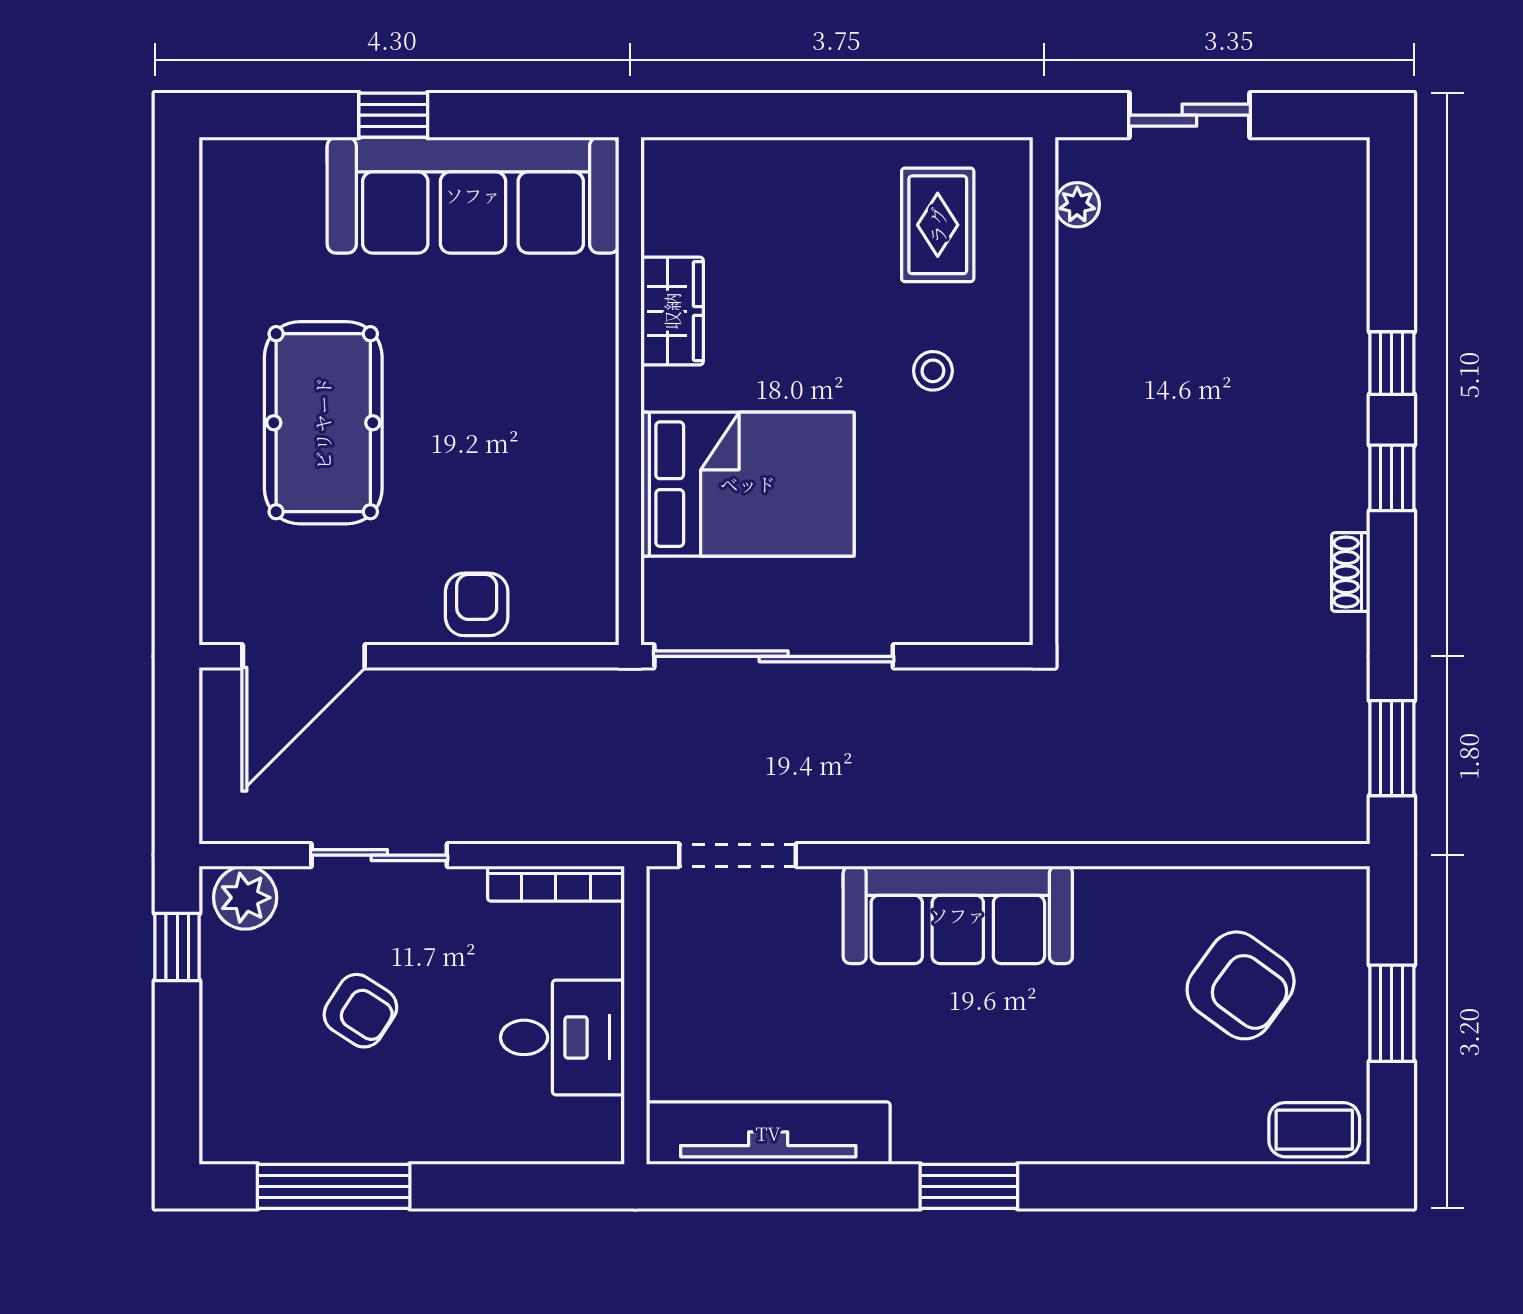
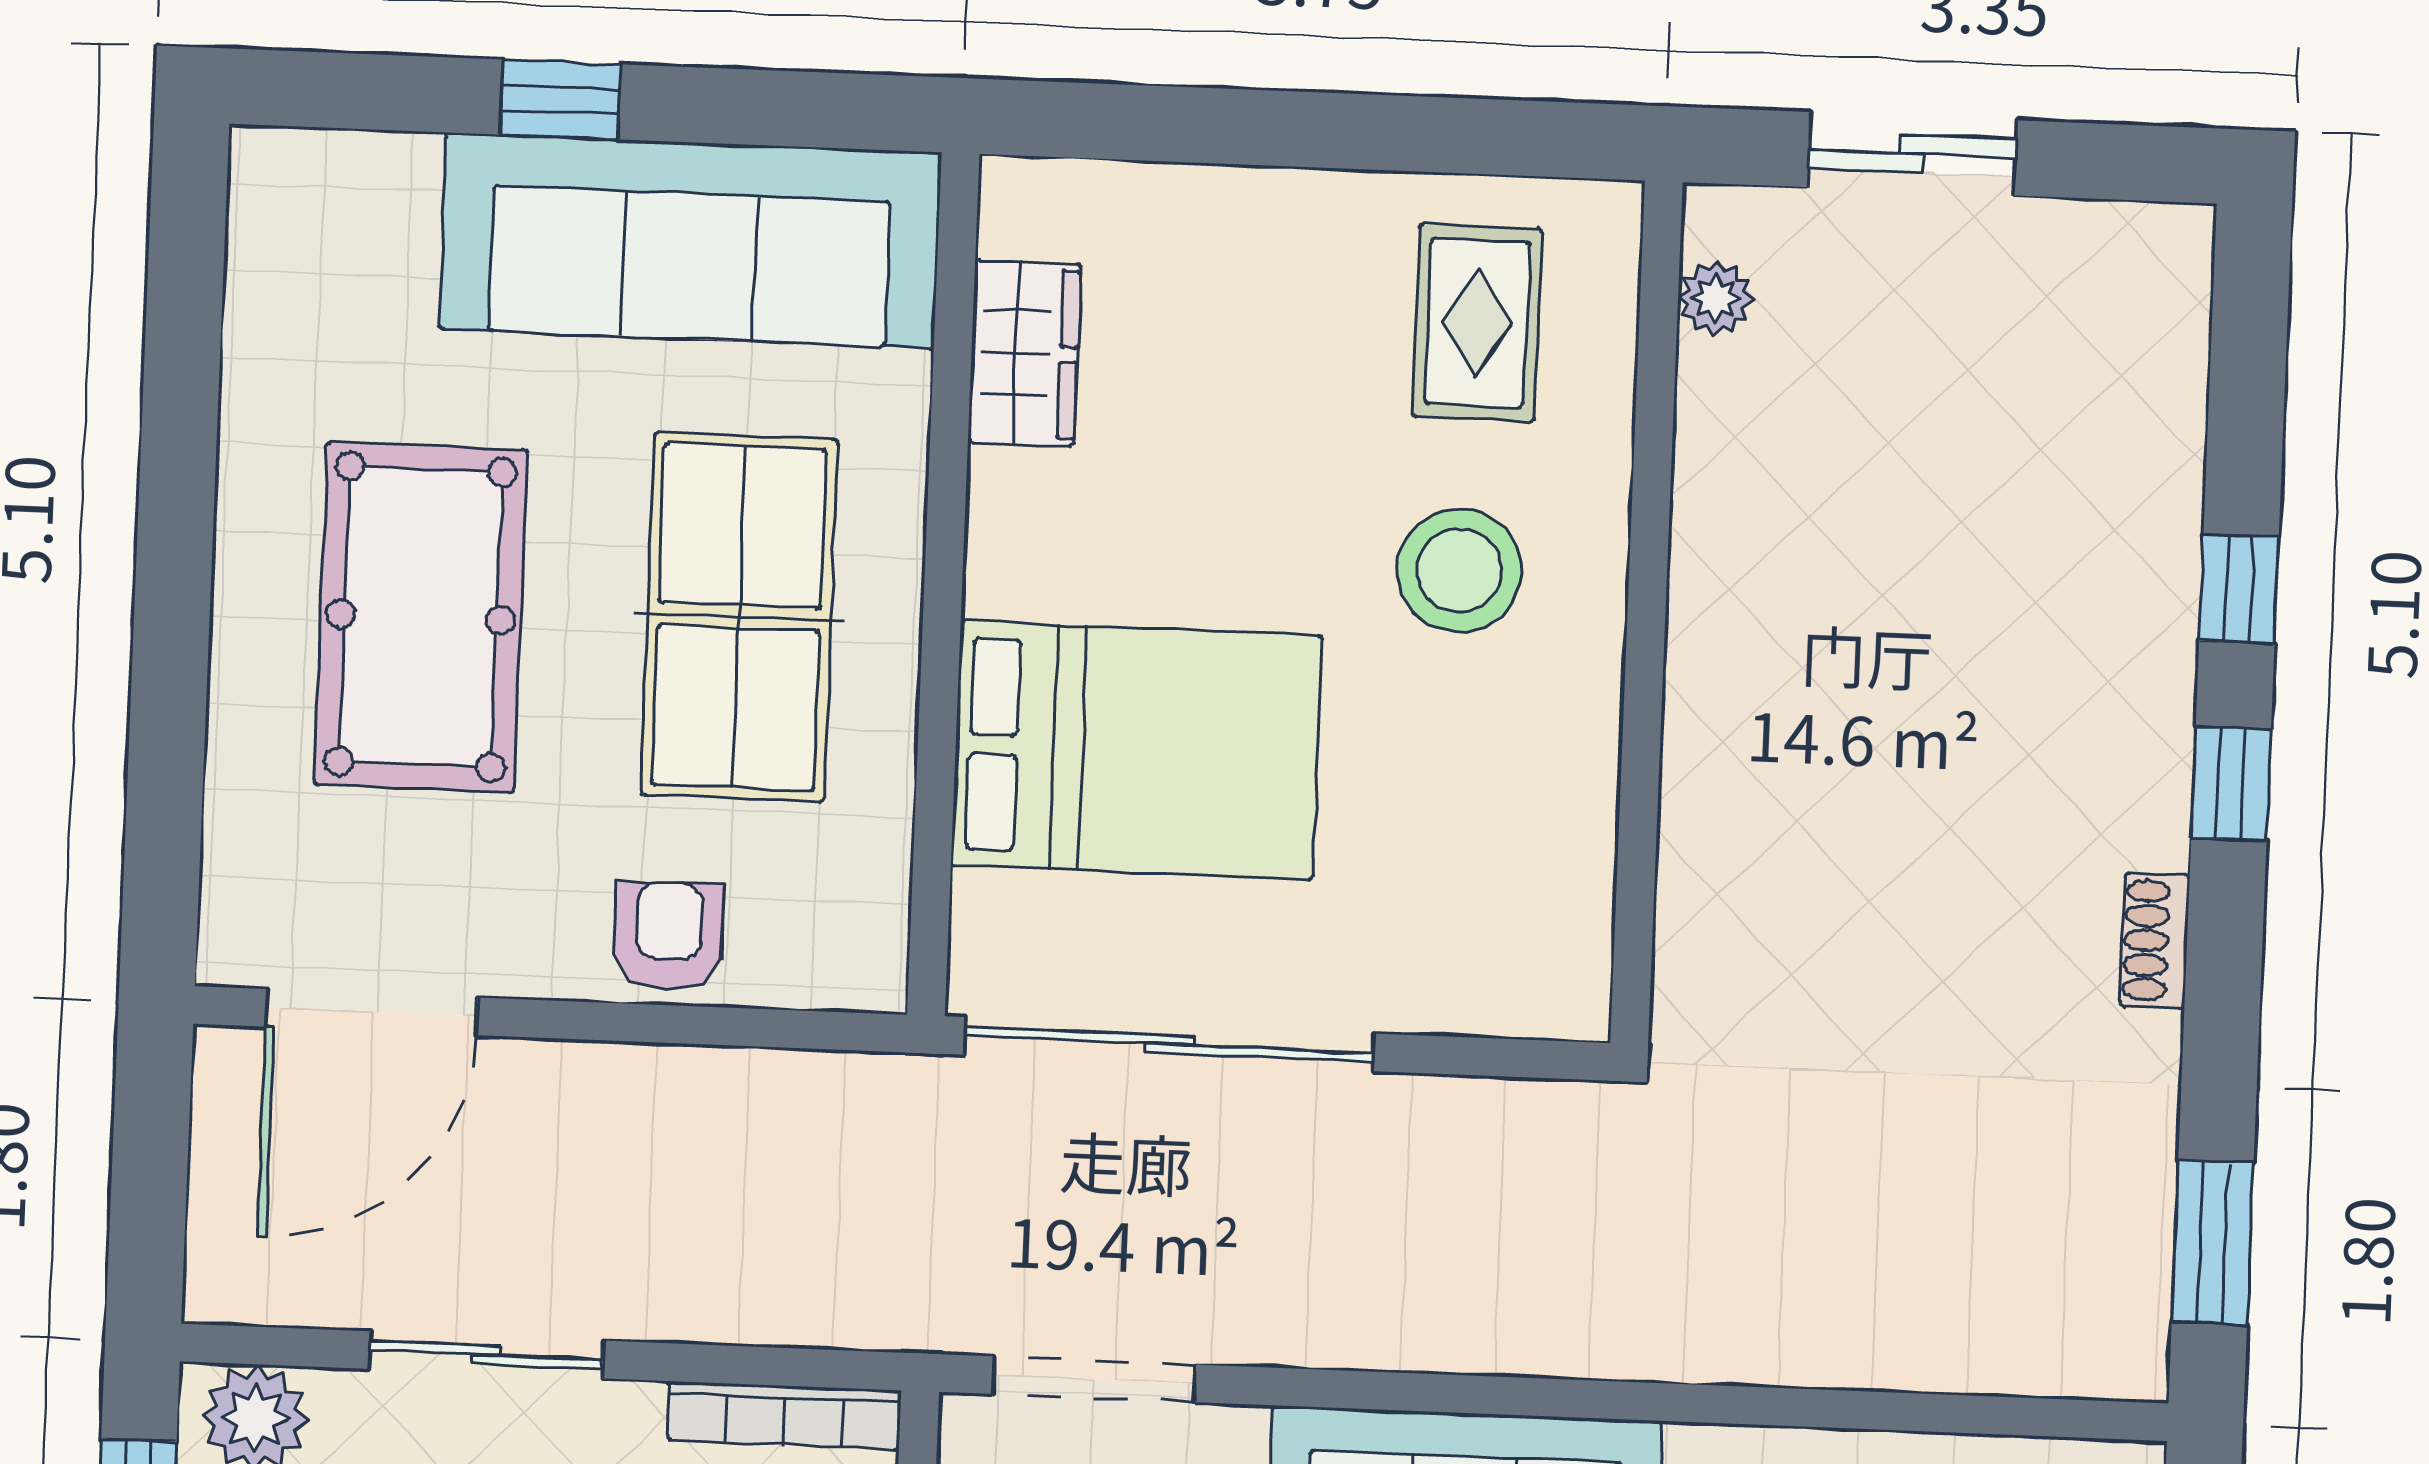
wardrobe: (672, 311) -> (1024, 353), moved
stool: (933, 371) -> (1459, 570), width x1.89, depth x1.89
table tennis table: (511, 415) -> (739, 617), added

